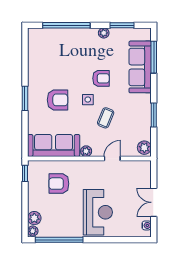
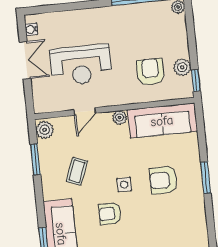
window: (154, 115) -> (35, 159), moved
coffee table: (106, 118) -> (77, 171), moved
armchair: (59, 184) -> (150, 72), turned -90
reception desk: (98, 212) -> (81, 65), moved, turned -90
plant: (34, 218) -> (182, 67), moved

